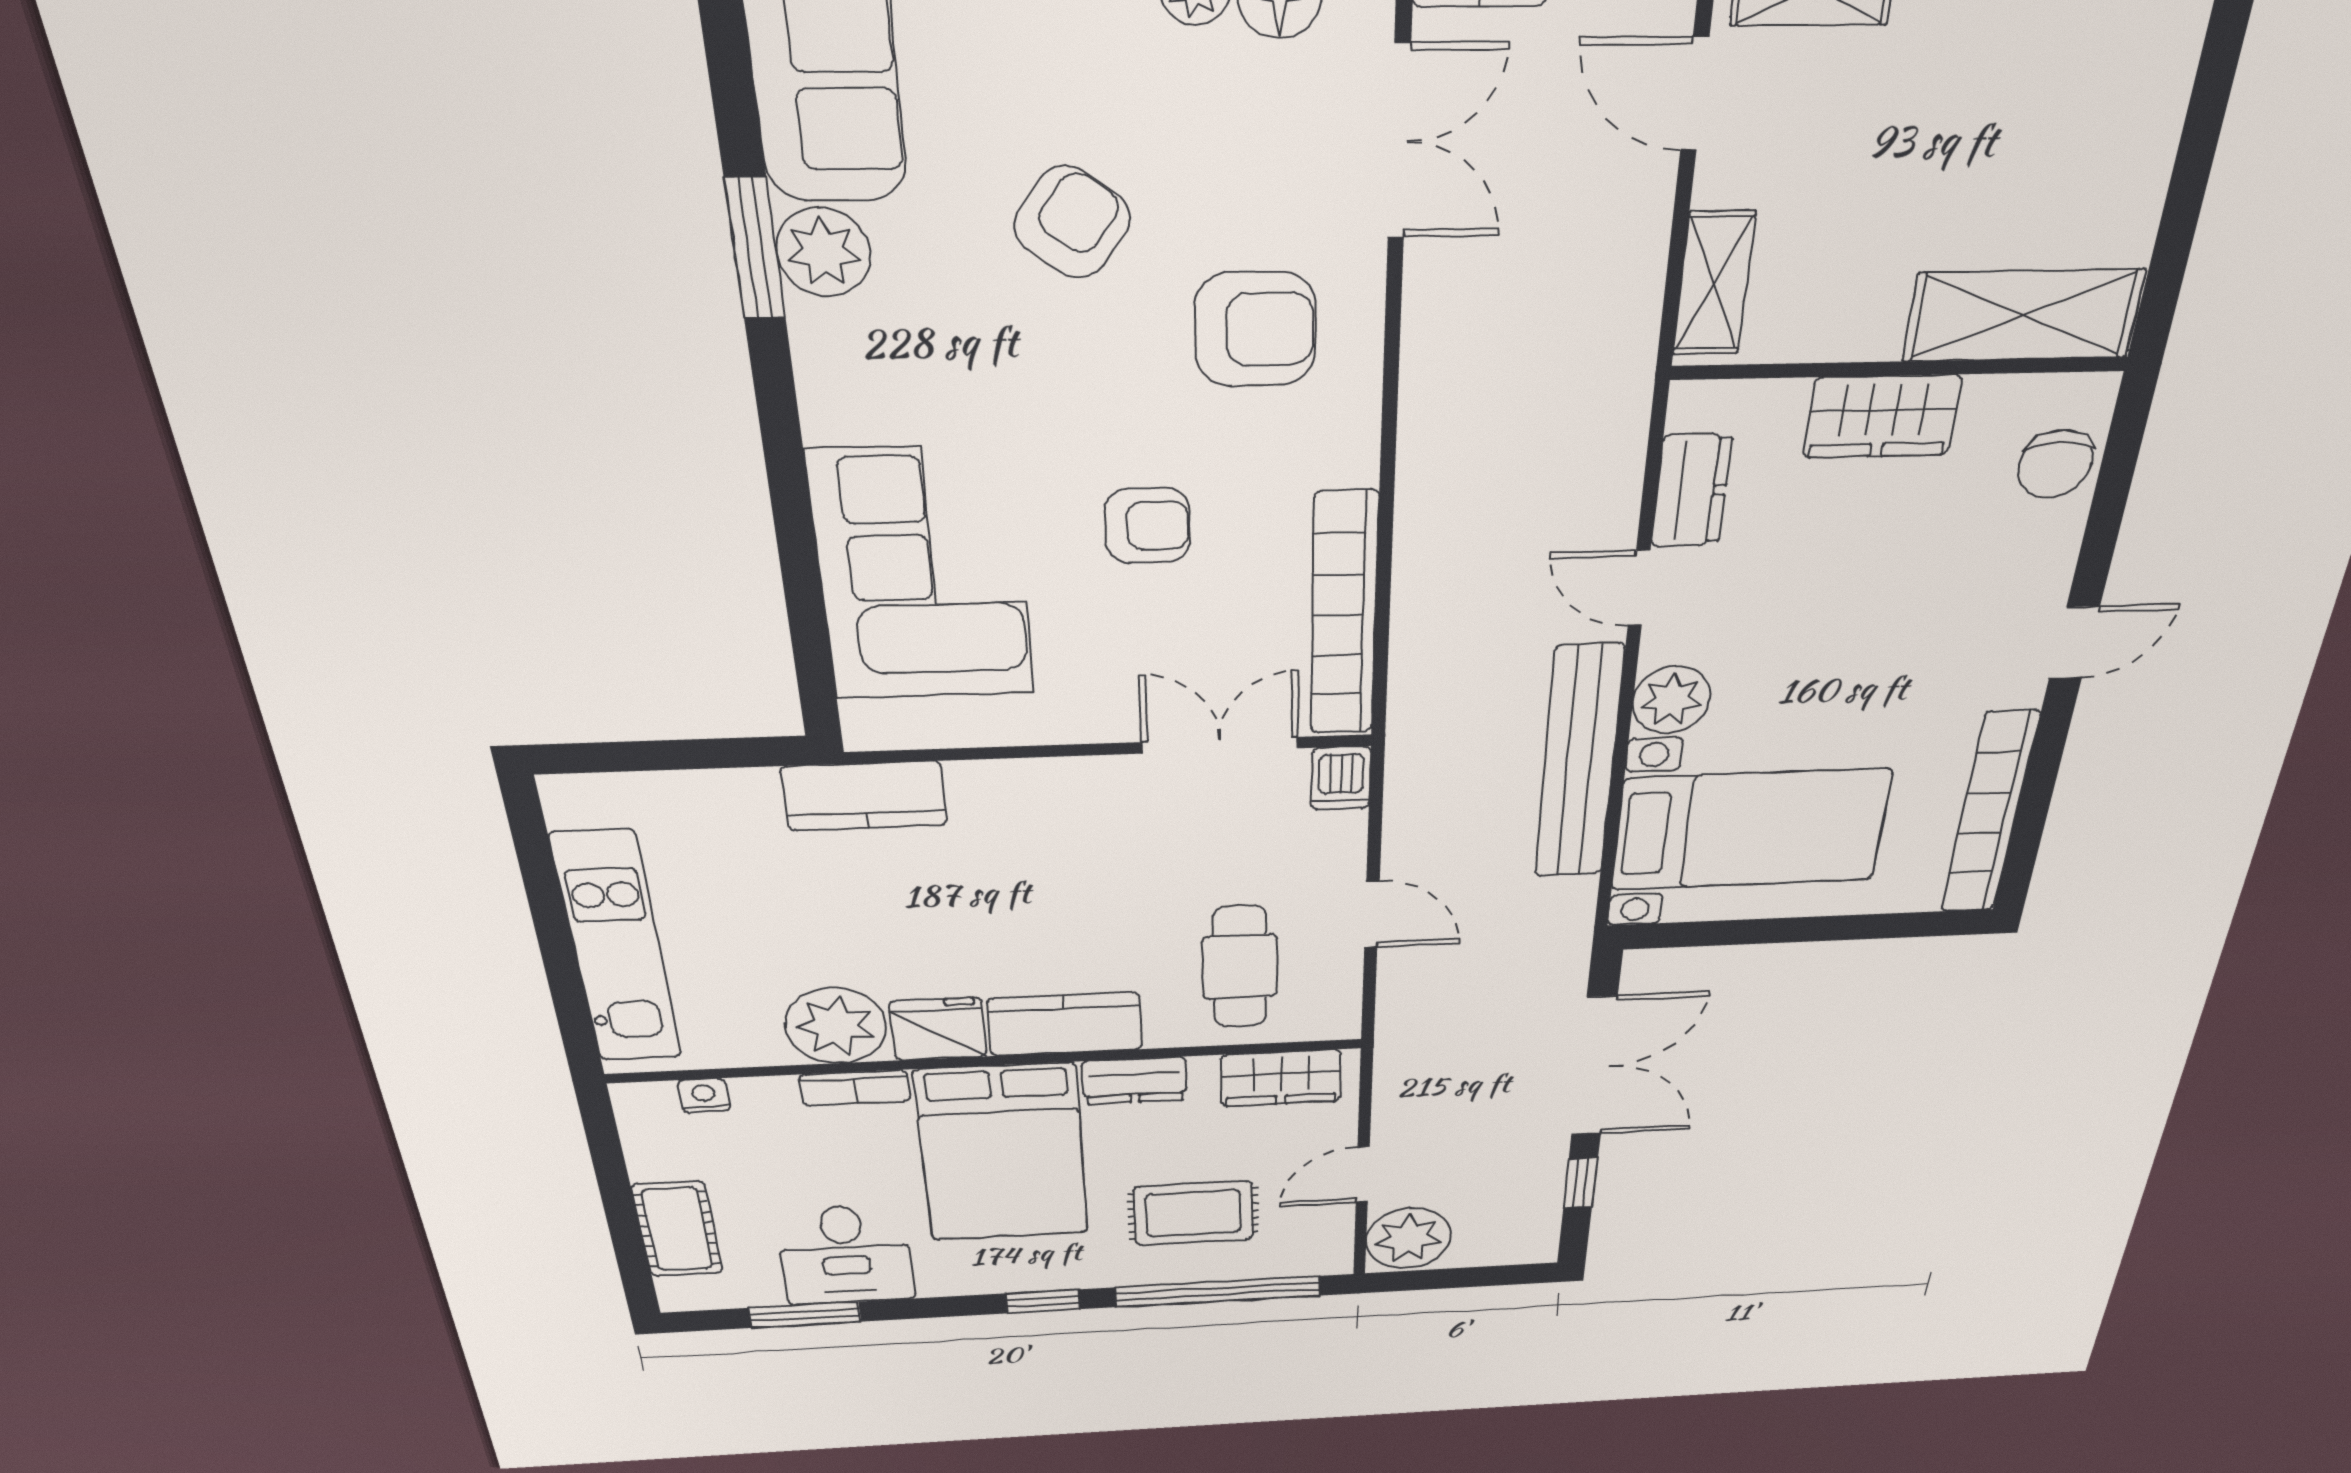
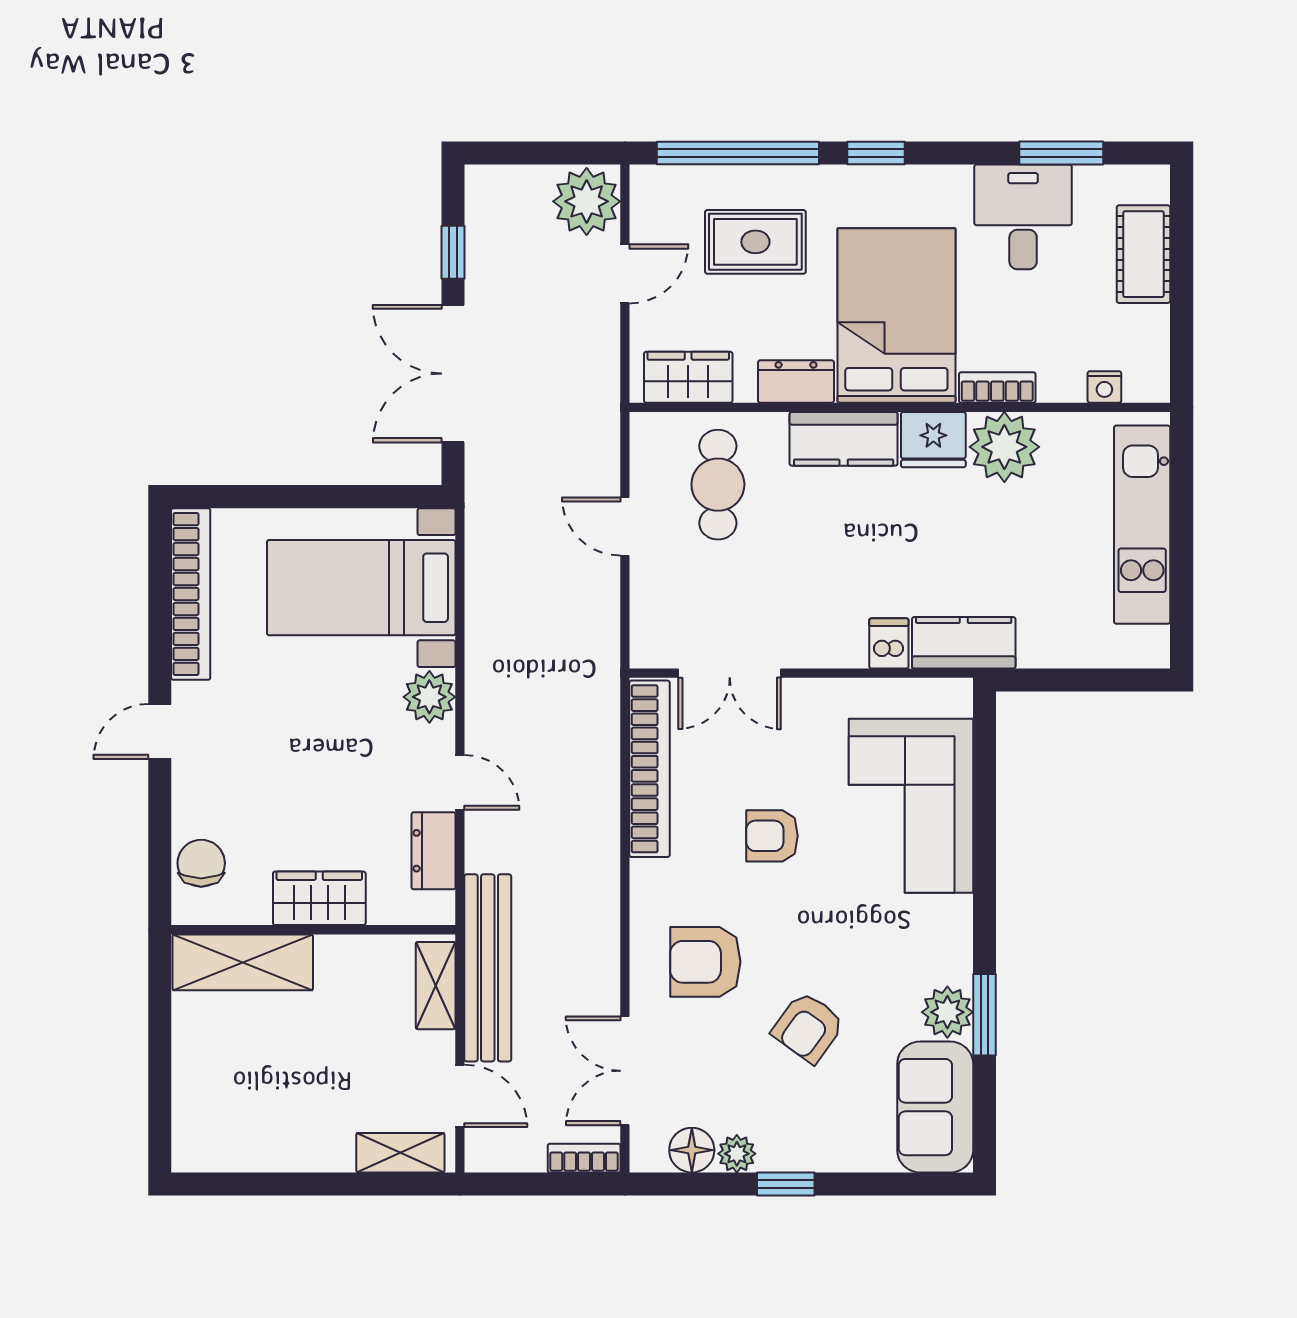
bench: (1579, 763) -> (488, 968), moved
dishwasher: (1341, 778) -> (889, 643), moved

